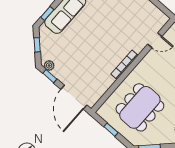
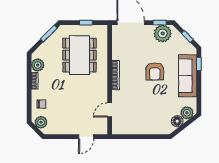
armchair: (89, 39) -> (155, 71), added
plant: (49, 65) -> (163, 33), width x1.88, depth x1.88

